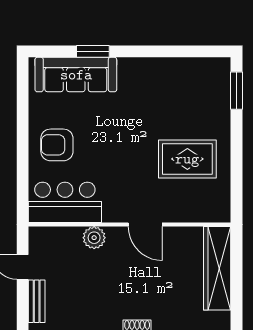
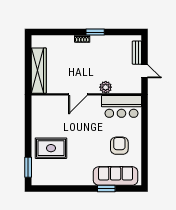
armchair: (57, 145) -> (119, 146), moved, turned -90
rug: (187, 159) -> (51, 148), moved
door: (145, 224) -> (78, 94), swing flipped

